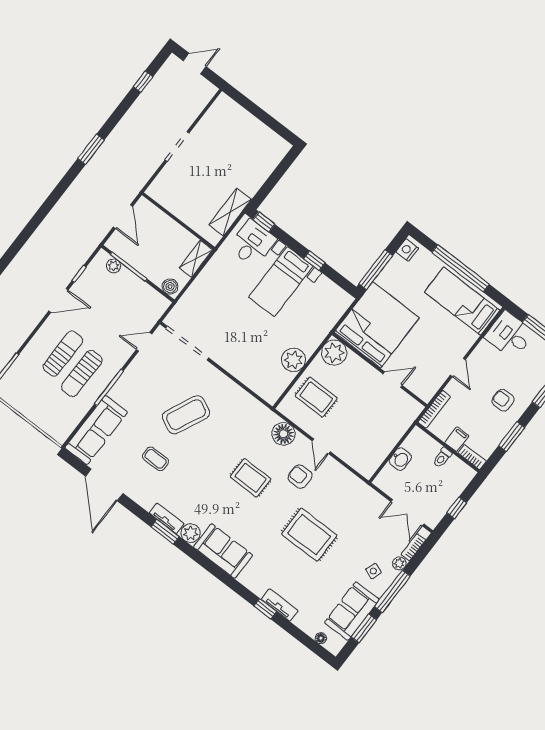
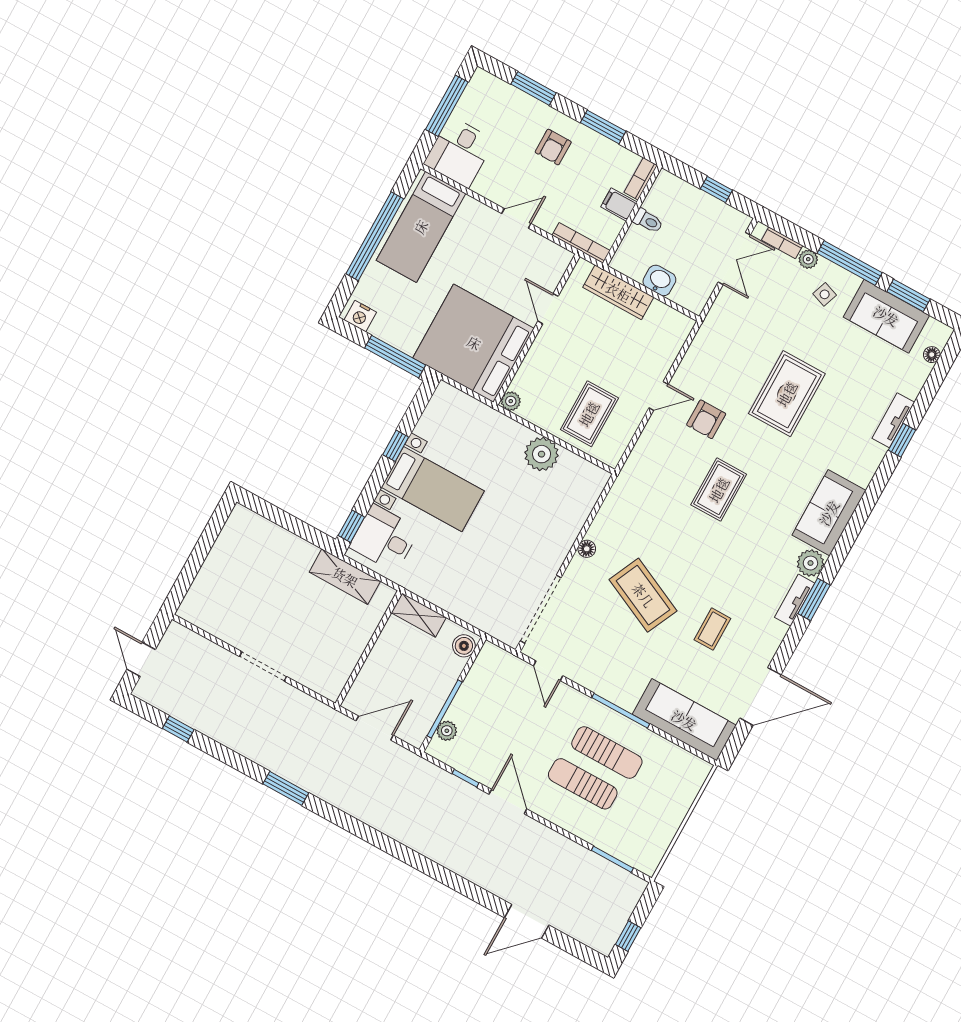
plant: (334, 353) -> (511, 401), width x0.53, depth x0.53
wardrobe: (397, 430) -> (618, 292), added
floor lamp: (283, 434) -> (587, 549), moved, width x0.53, depth x0.53

